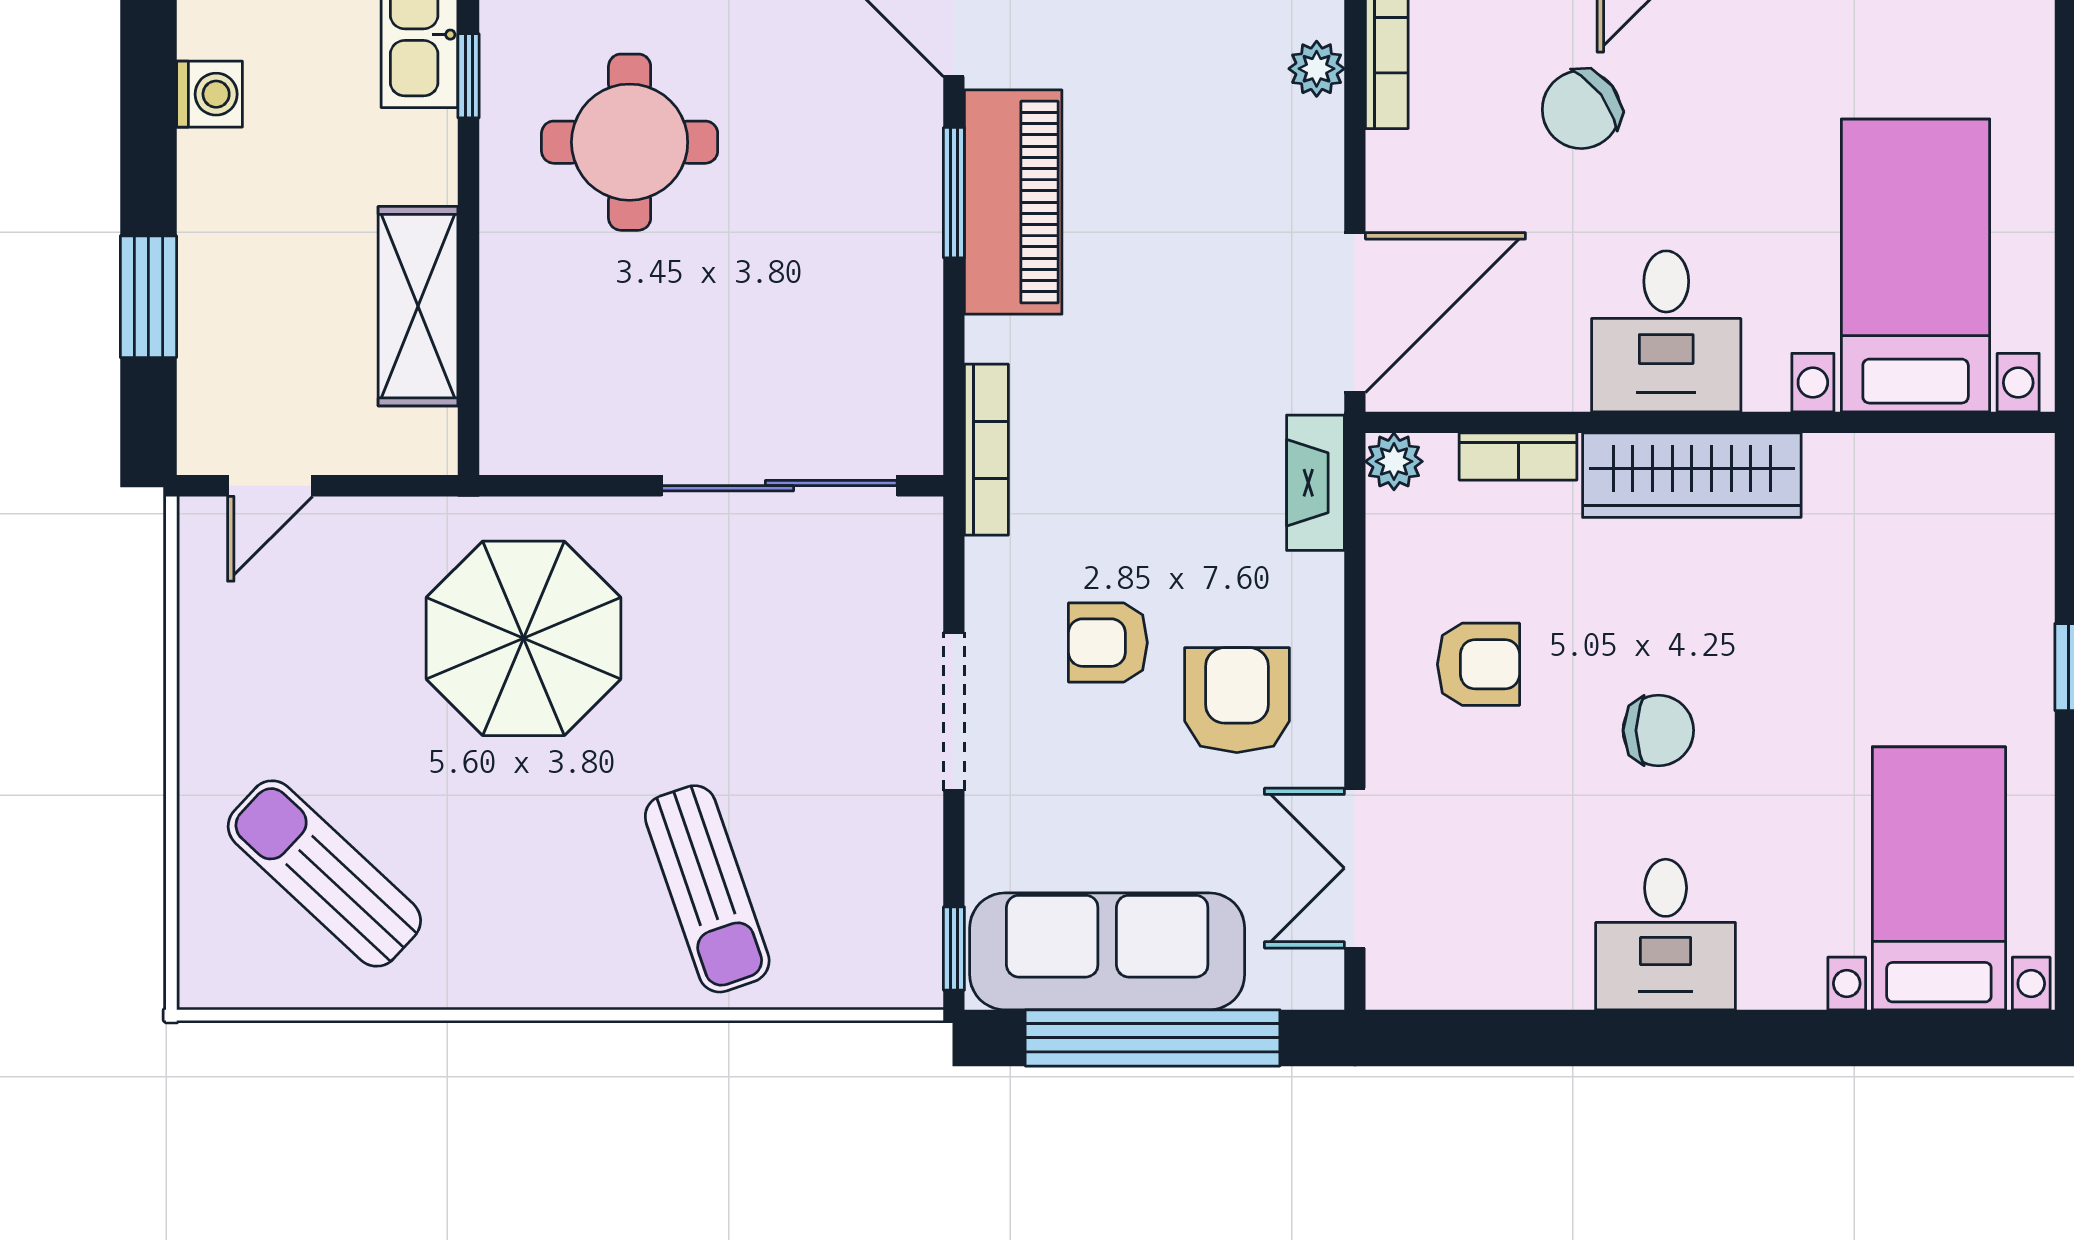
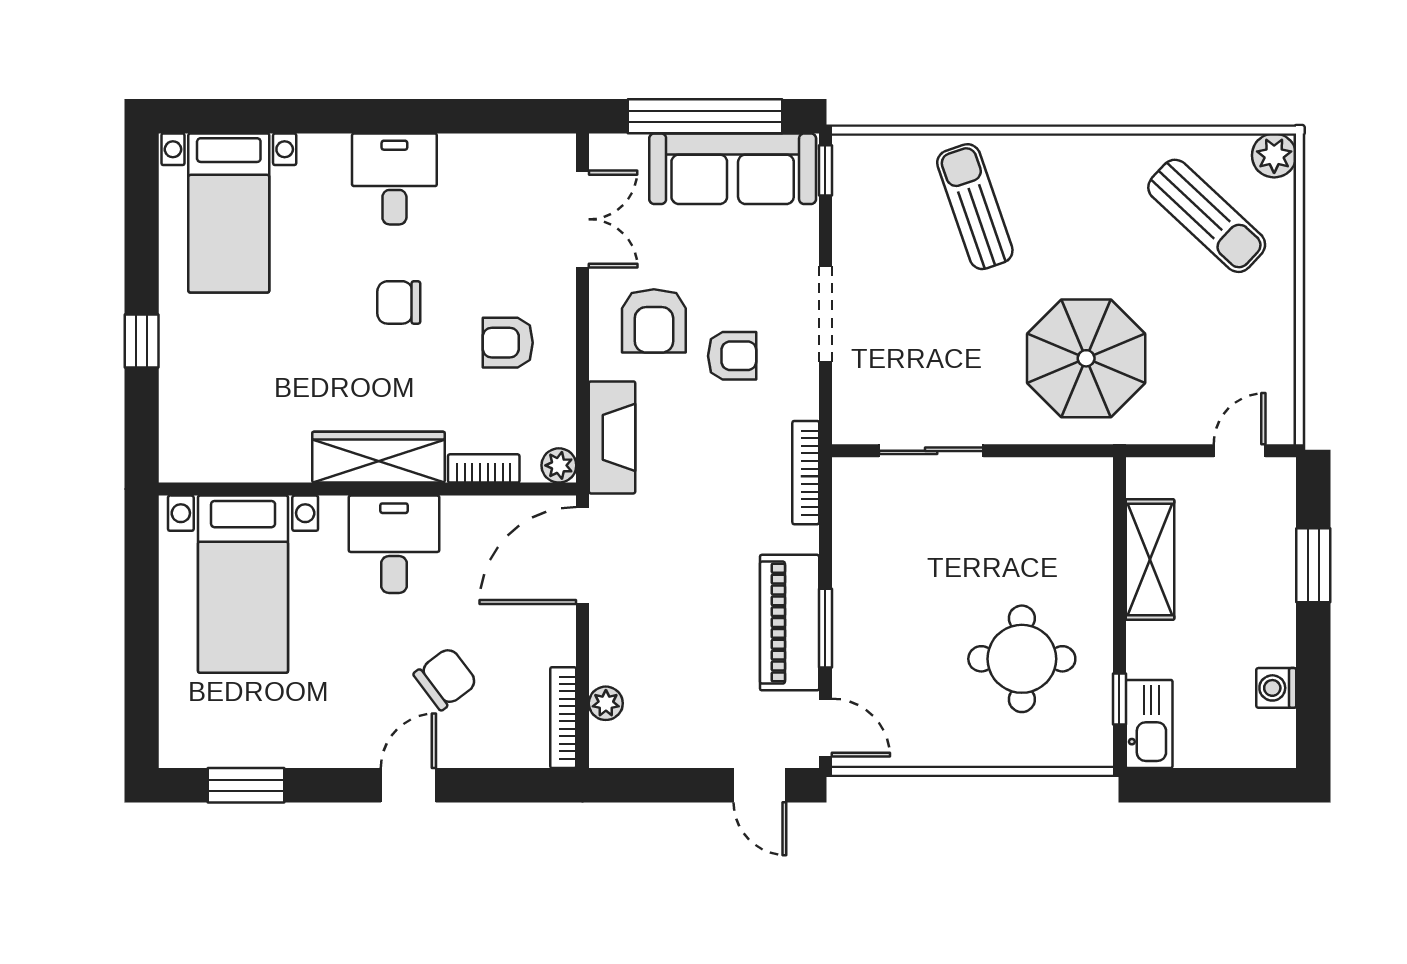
fireplace: (1315, 483) -> (612, 437), width x1.37, depth x1.32
sliding door: (779, 486) -> (931, 451), width x0.73
plant: (213, 973) -> (1274, 155), added

